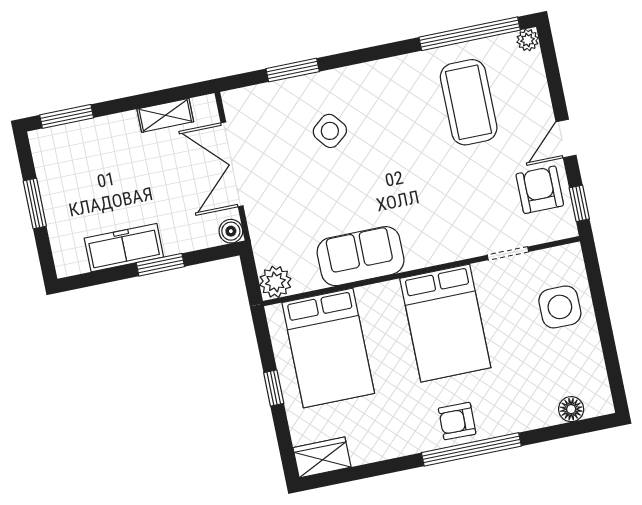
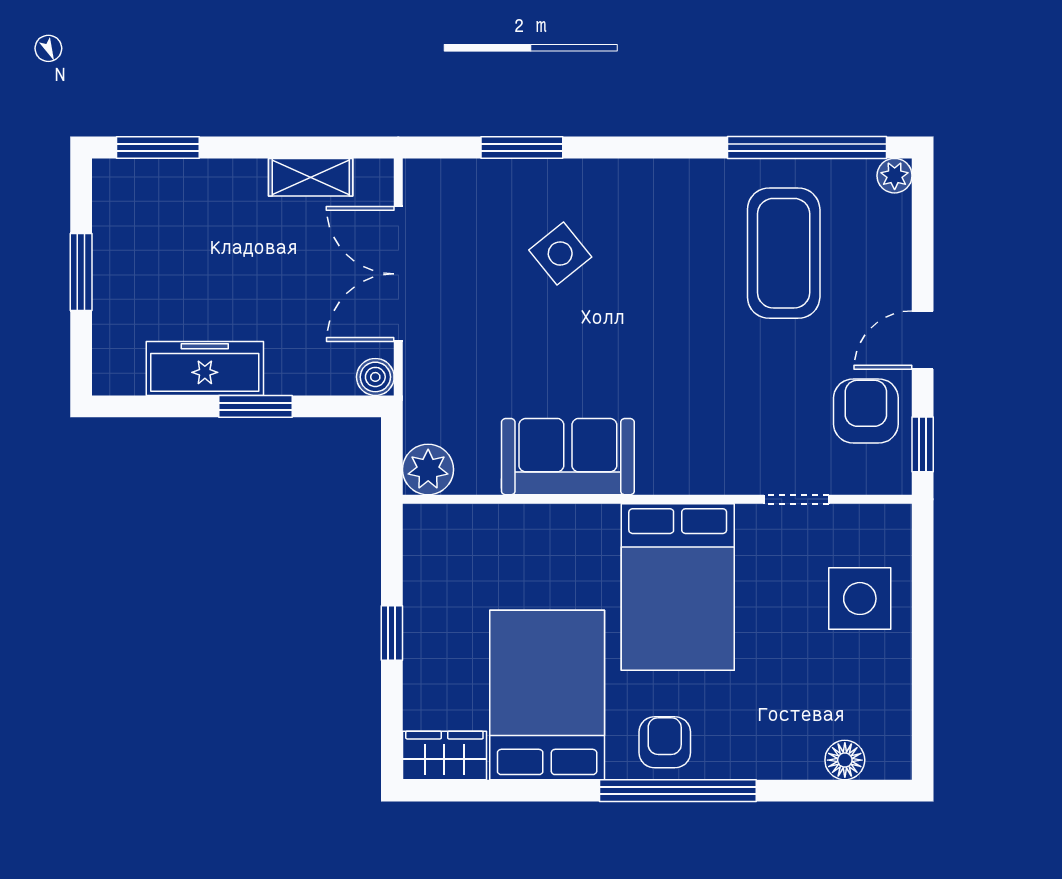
bed: (328, 348) -> (547, 695), moved, turned 180
armchair: (457, 421) -> (665, 742), turned 89

